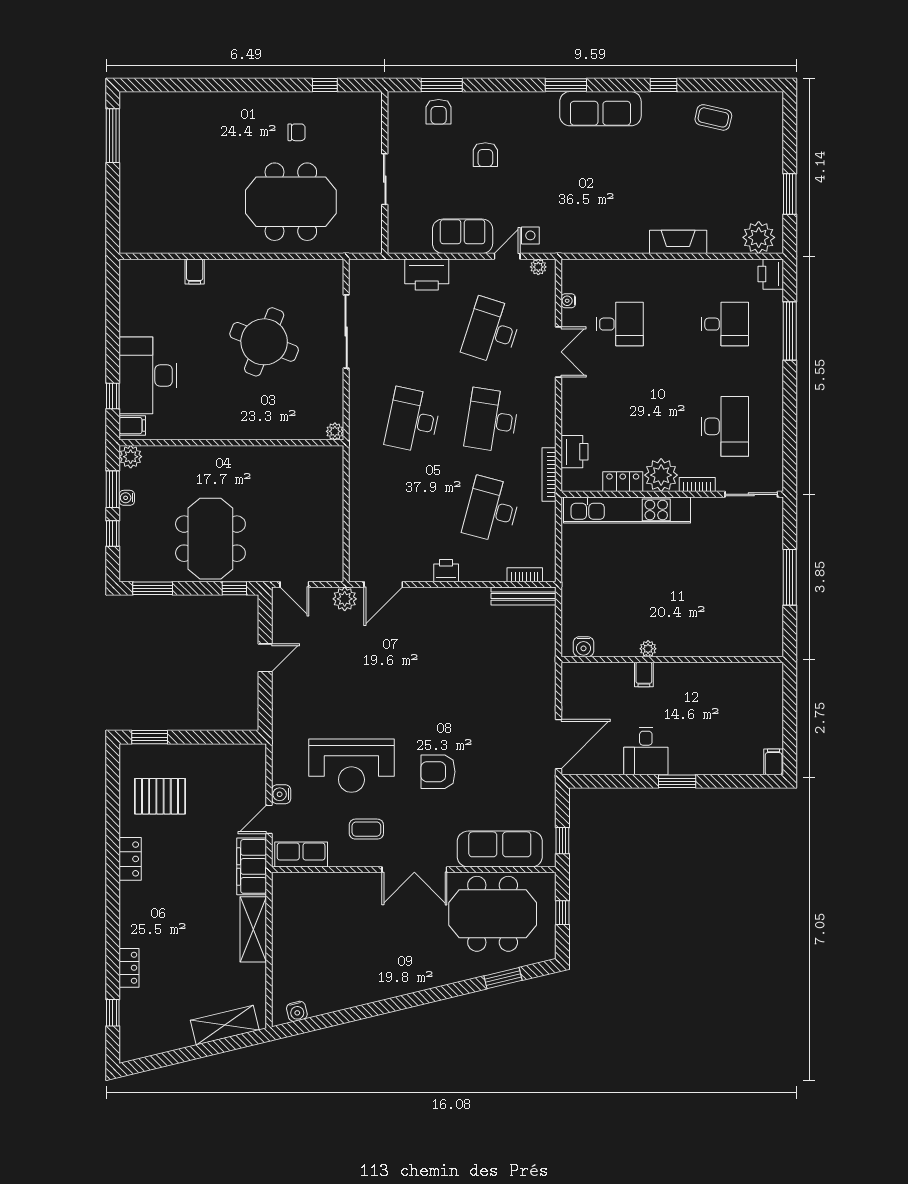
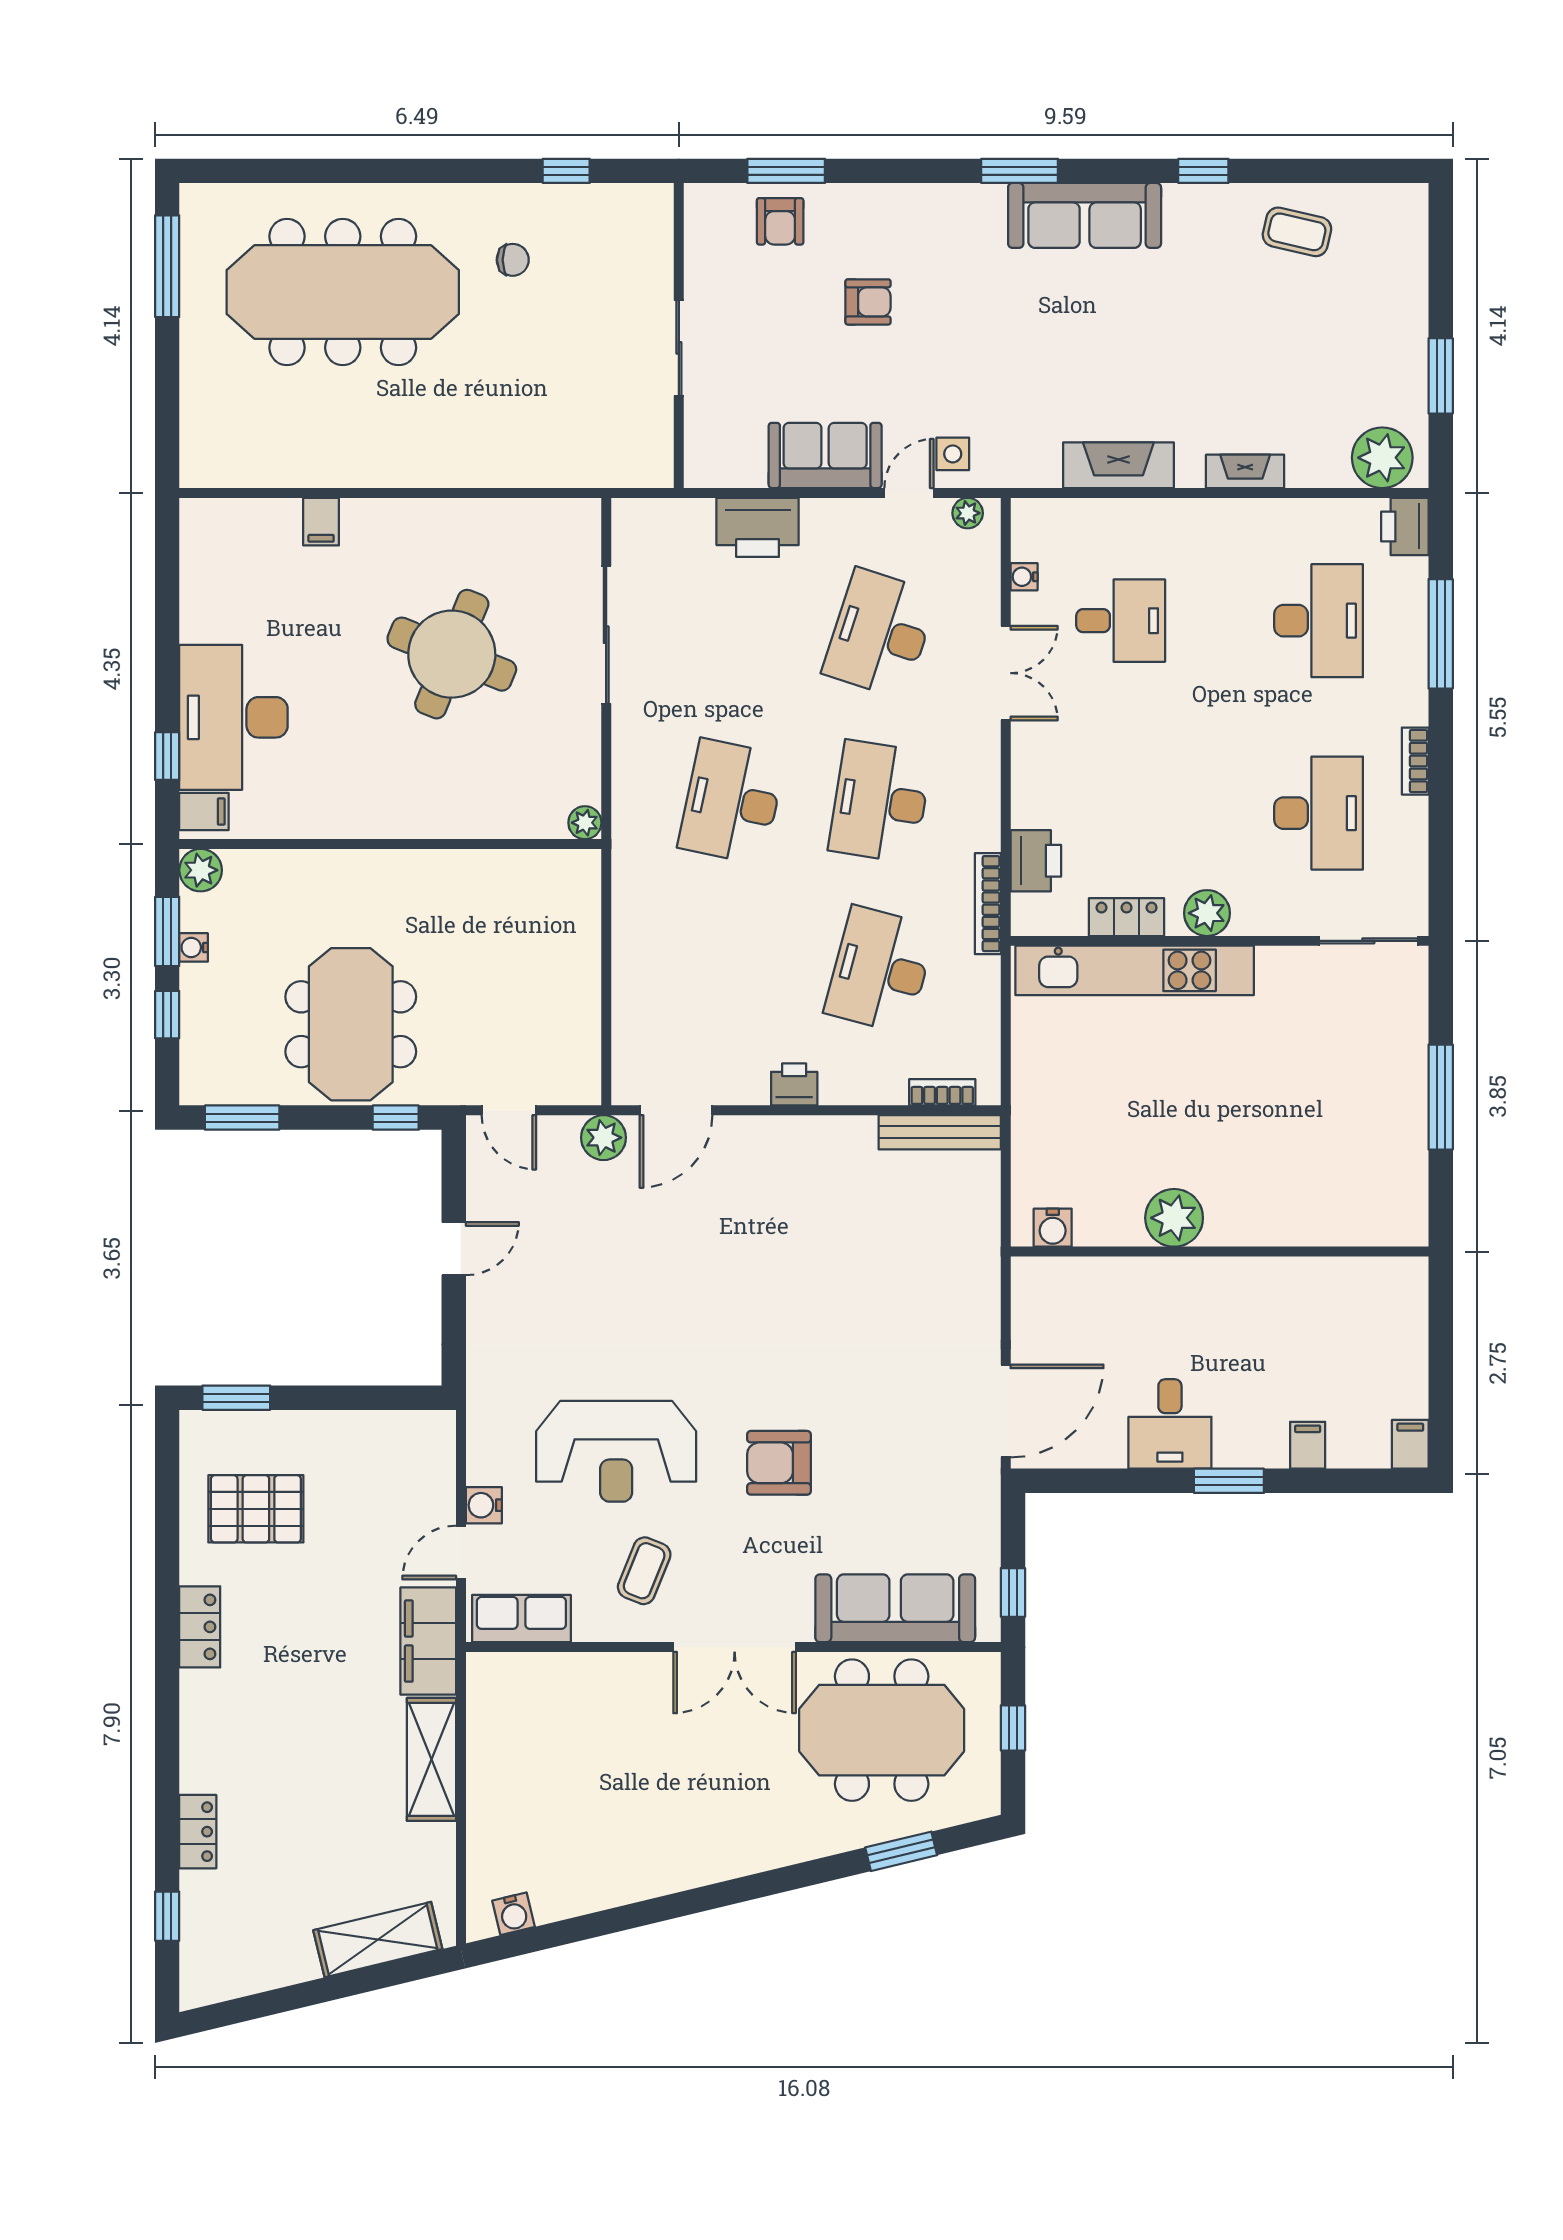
armchair: (485, 155) -> (868, 302), turned -90
meeting table: (291, 202) -> (343, 292), moved, width x1.36
fireplace: (618, 241) -> (1118, 465), added
fireplace: (678, 242) -> (1245, 471), width x0.73, depth x0.76
desk: (725, 324) -> (1319, 621), width x1.37
plant: (661, 475) -> (1207, 913), width x0.73, depth x0.73
bookcase: (697, 485) -> (1415, 761), moved, turned -90
plant: (648, 649) -> (1174, 1218), width x1.87, depth x1.87
filing cabinet: (644, 674) -> (1308, 1445), moved, turned 180
coffee table: (366, 829) -> (644, 1571), turned -68

